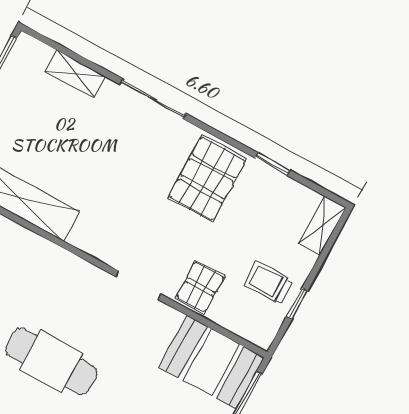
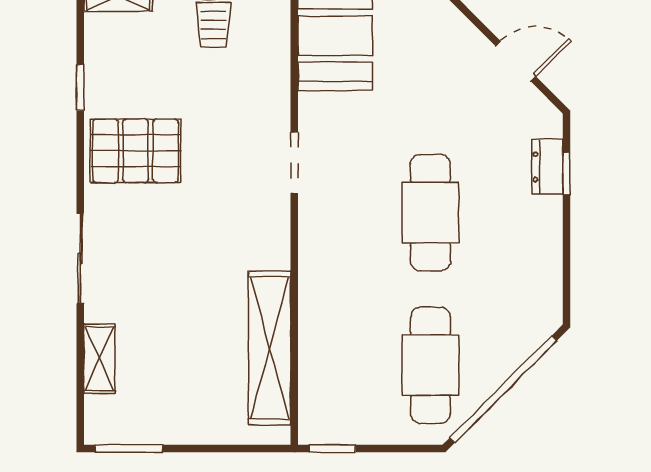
pallet: (200, 287) -> (259, 93), removed

